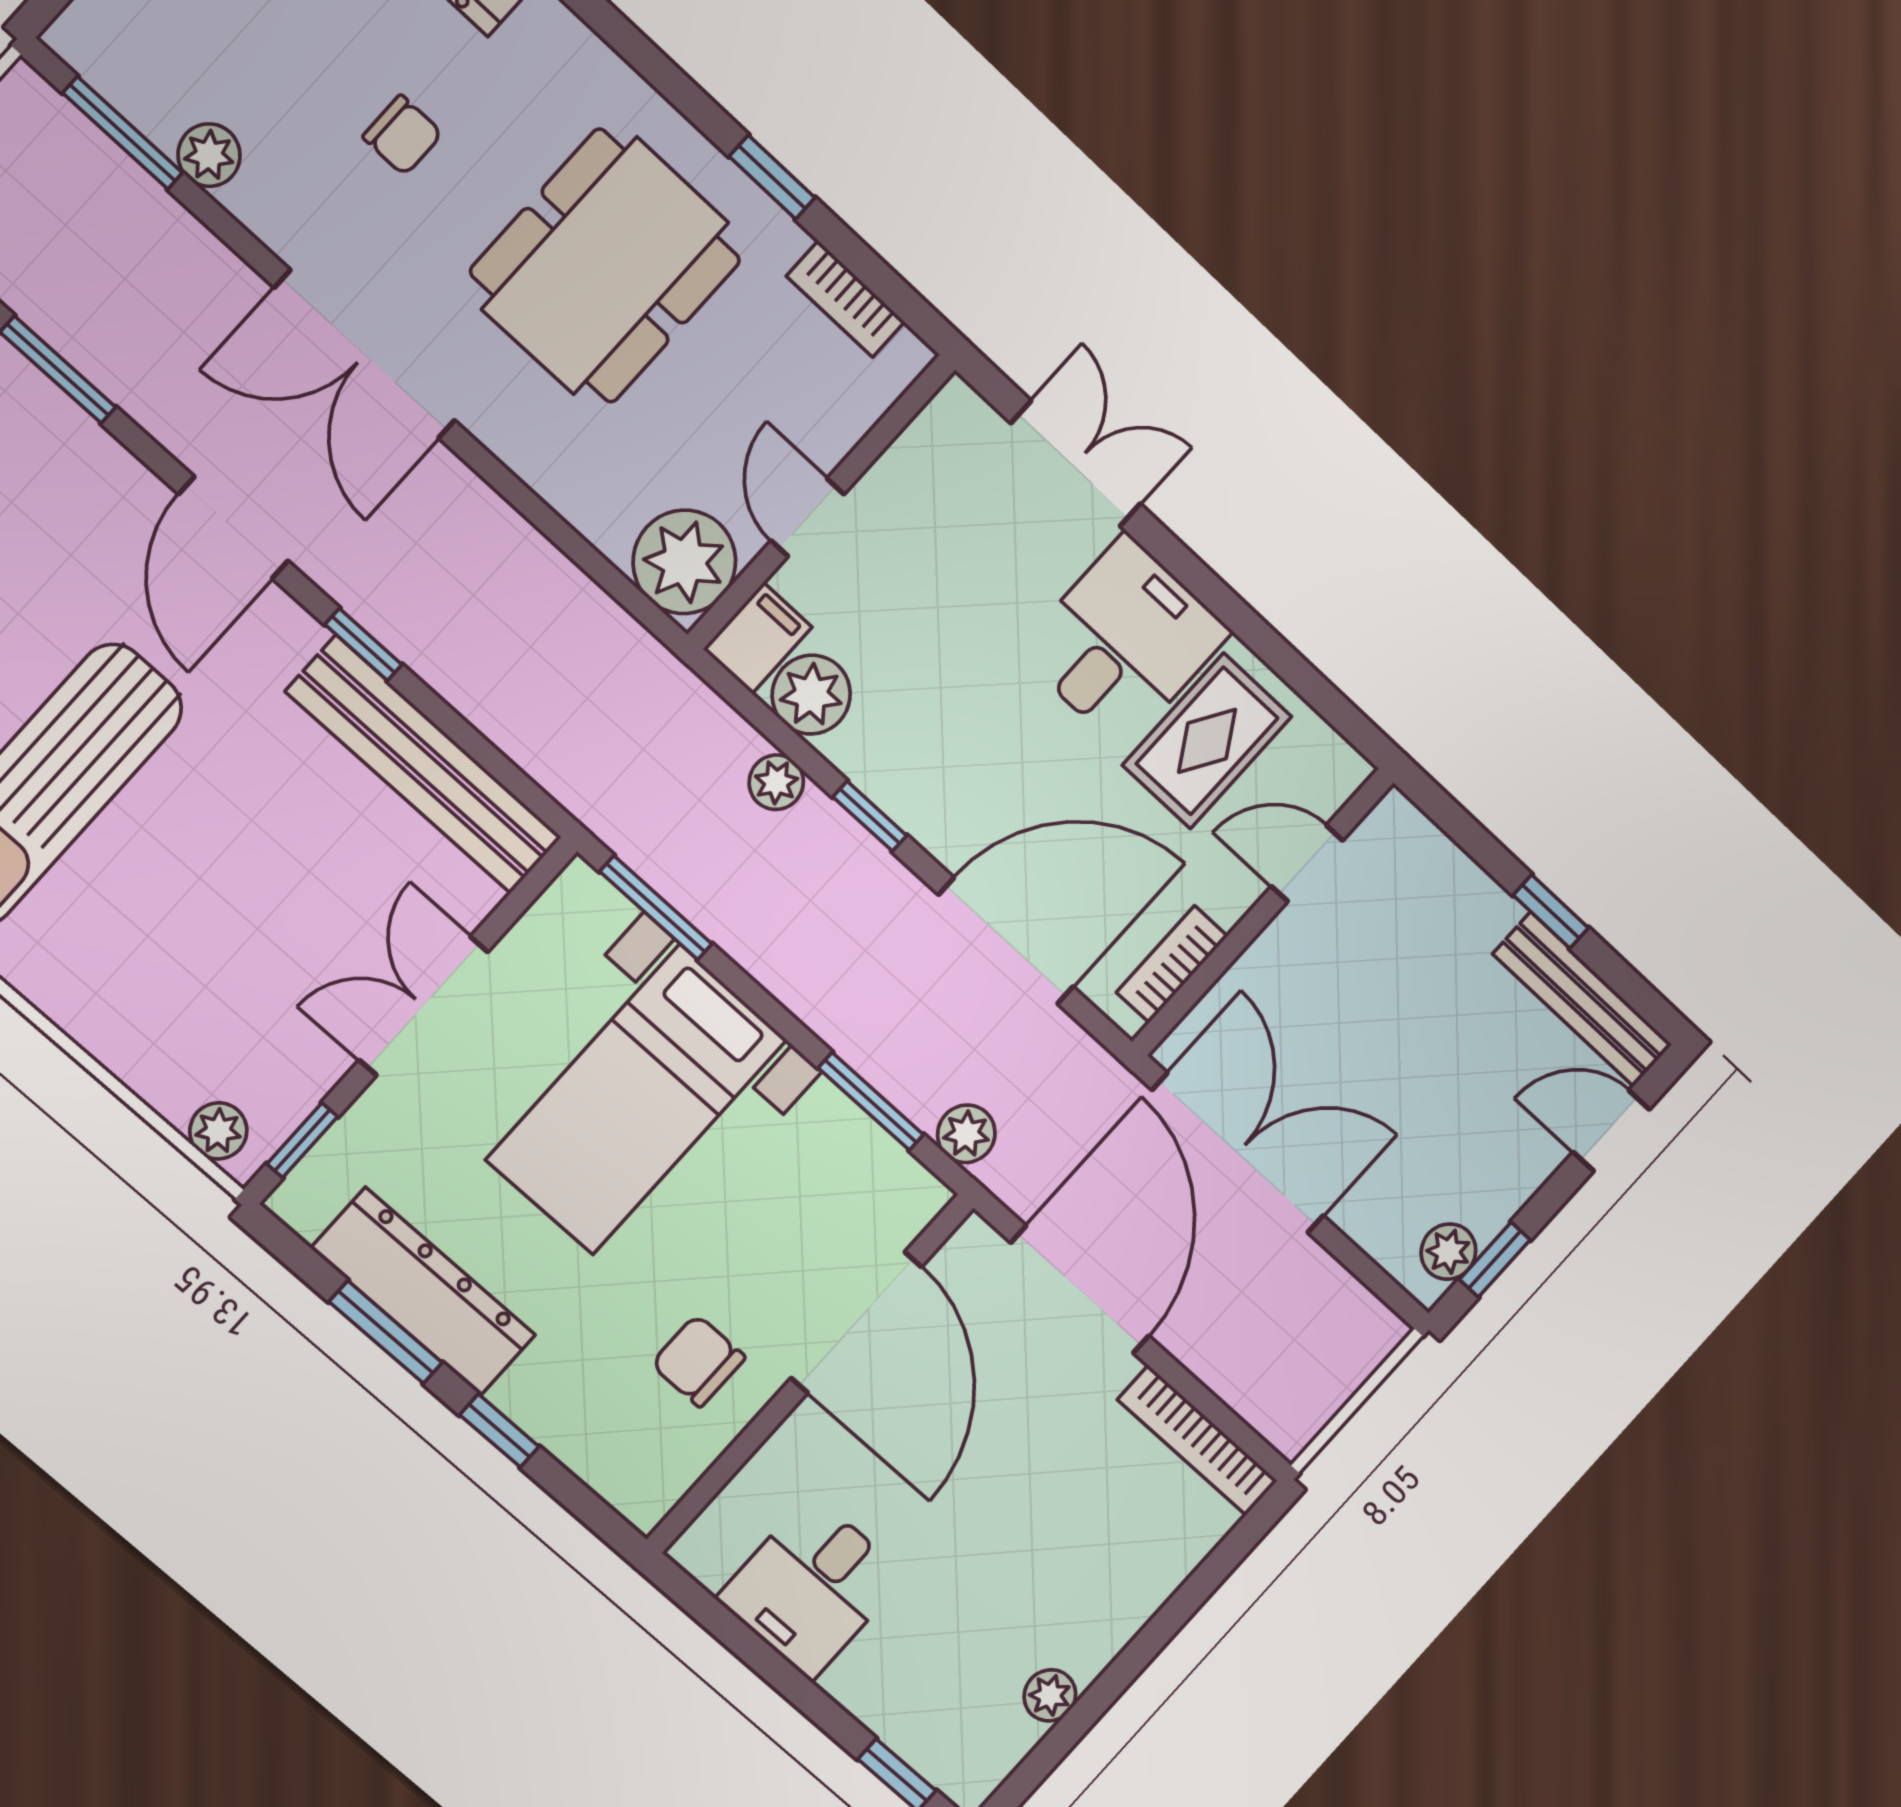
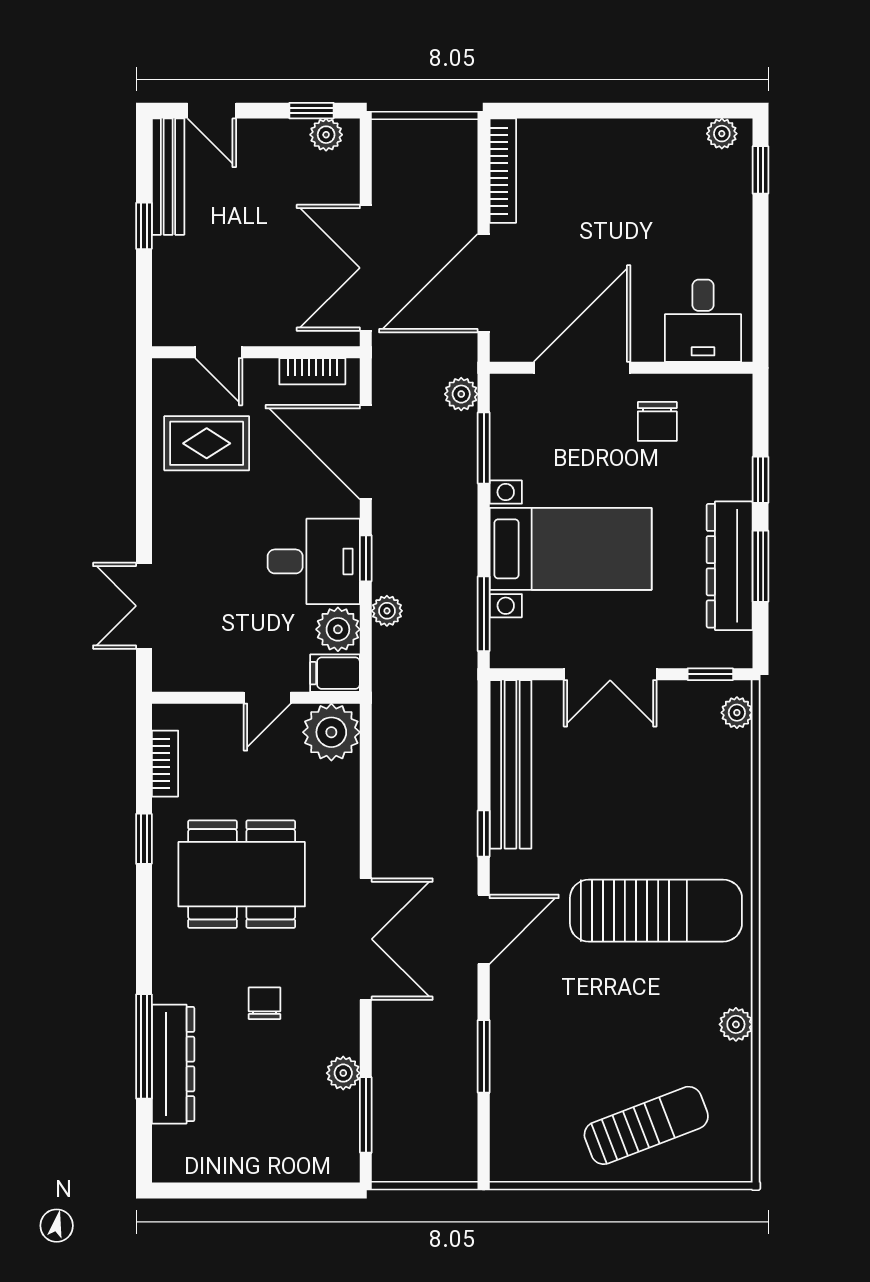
desk: (1124, 642) -> (314, 561), moved, turned 180
desk: (812, 1587) -> (703, 321), moved, turned 90
plant: (1050, 1695) -> (722, 134), moved

